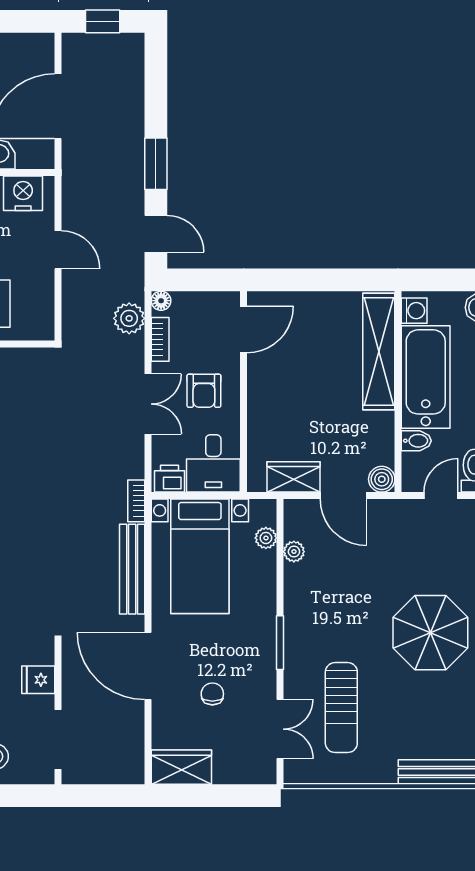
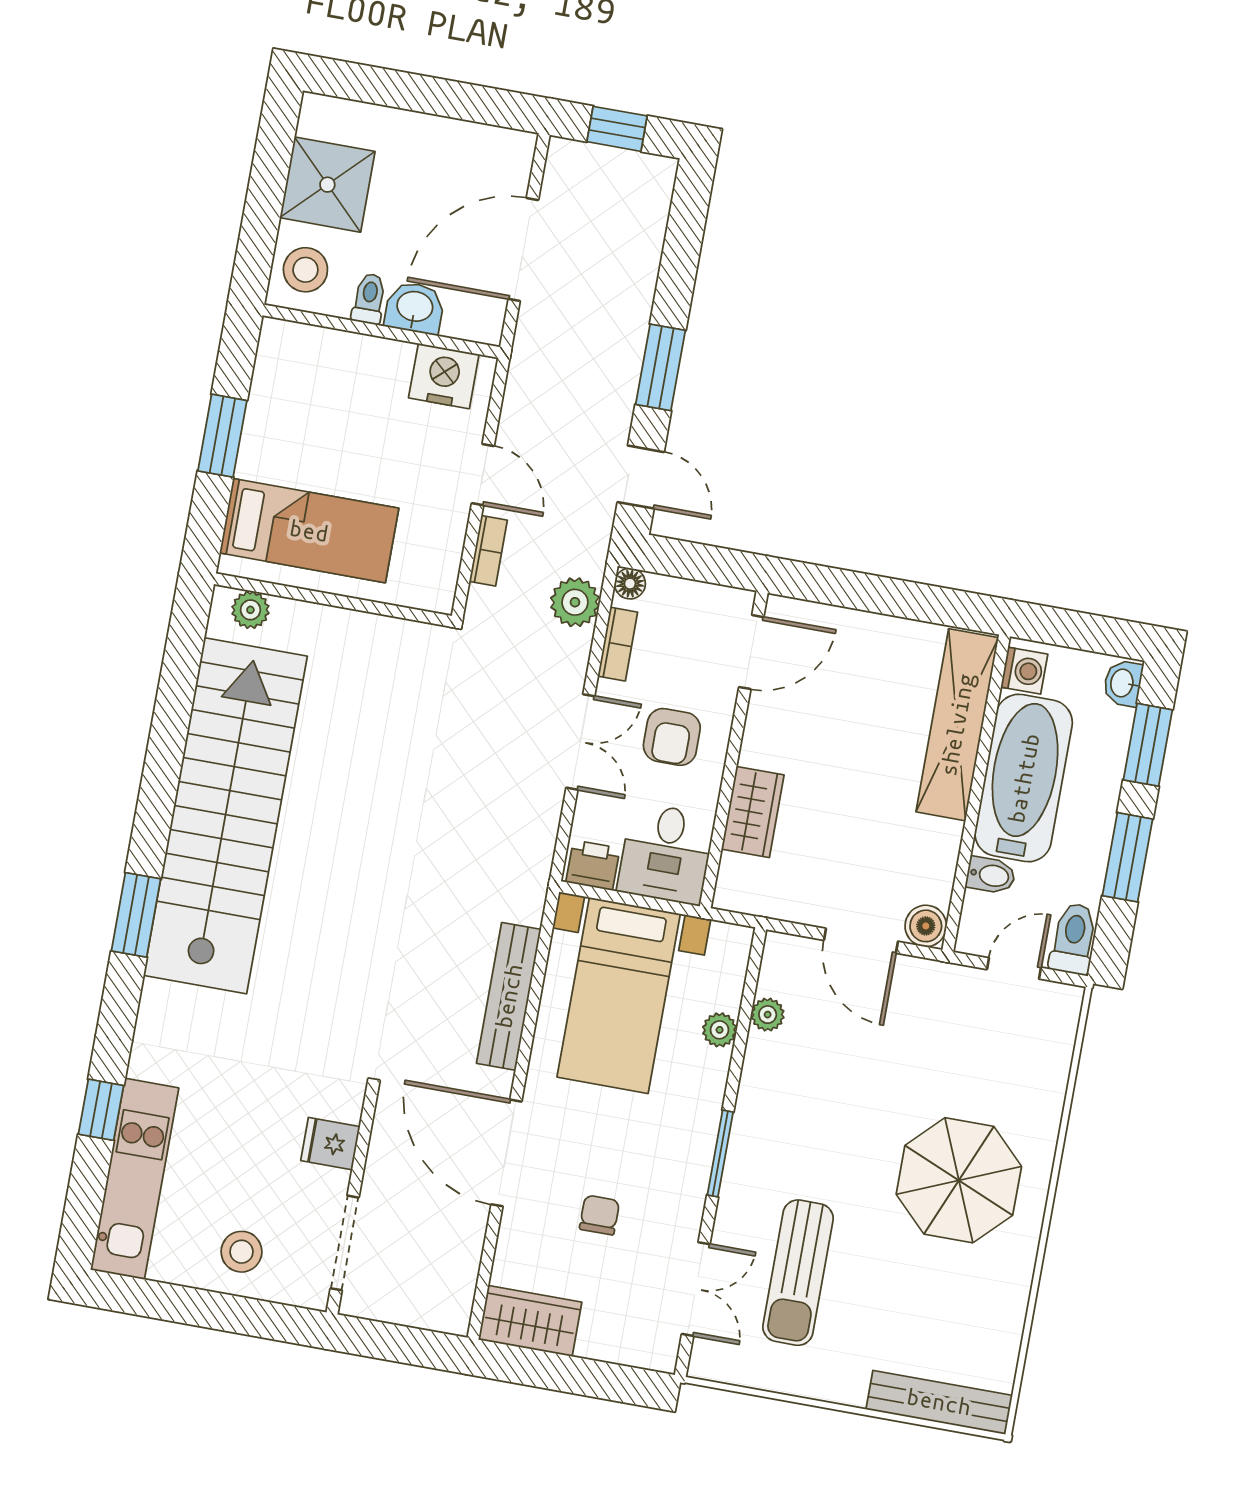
wardrobe: (294, 477) -> (753, 812), moved, turned 90
bookcase: (136, 501) -> (488, 551), moved, turned 180
plant: (266, 538) -> (720, 1030), moved

